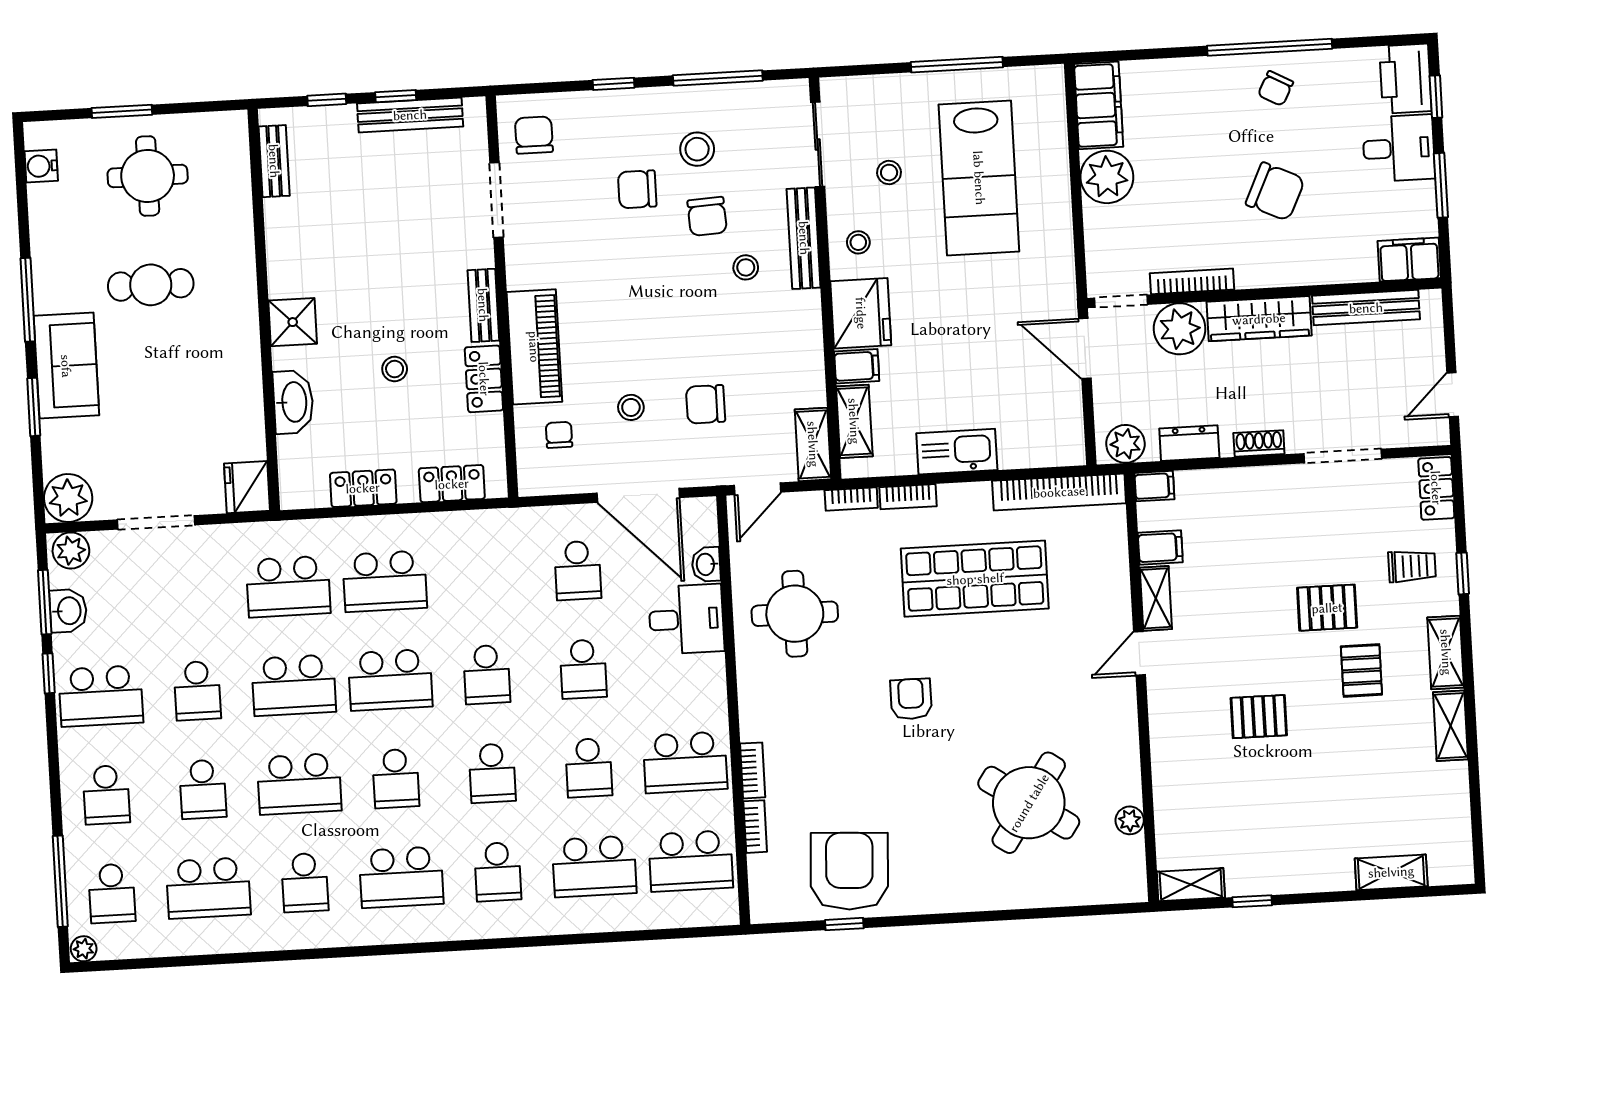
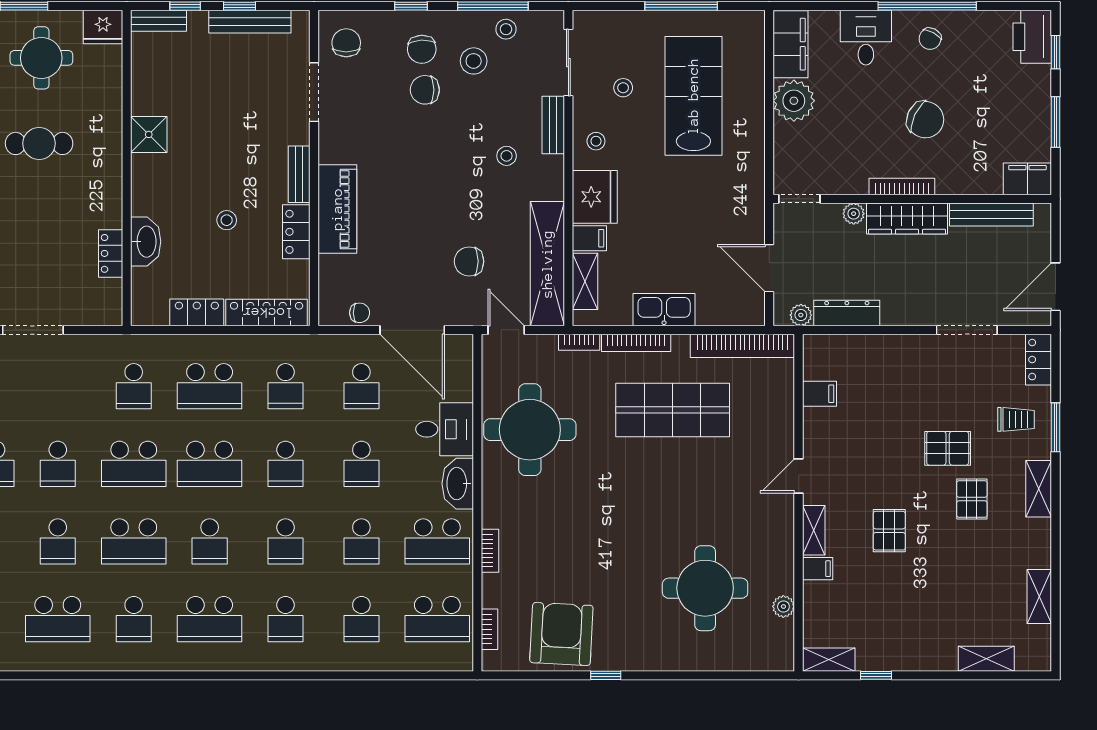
desk: (1399, 148) -> (866, 38), moved, turned -90
bench: (274, 161) -> (159, 21), moved, turned 90
lab bench: (979, 178) -> (693, 96), turned 180
chair: (707, 216) -> (422, 49), moved
bench: (804, 238) -> (553, 125), width x0.73
bookcase: (1192, 281) -> (902, 186), moved
shower: (293, 322) -> (149, 134), moved
plant: (1180, 329) -> (854, 214), width x0.53, depth x0.53
door: (1085, 349) -> (769, 268), moved
door: (1453, 395) -> (1055, 287), width x1.37
stool: (631, 407) -> (506, 29), moved
locker: (249, 420) -> (111, 253), added
chair: (559, 435) -> (360, 313), moved, turned 90
dresser: (1189, 443) -> (847, 313), width x1.44
shoe rack: (1259, 443) -> (901, 316), removed
shelving: (813, 444) -> (547, 264), width x2.20, depth x1.33
plant: (1125, 444) -> (801, 315), width x0.73, depth x0.73
locker: (452, 484) -> (267, 313), width x1.53
filing cabinet: (1154, 486) -> (818, 569), moved
fridge: (247, 487) -> (103, 27), moved, turned -90
door: (757, 489) -> (506, 330), swing flipped
bookcase: (908, 497) -> (636, 343), width x1.56
washbasin: (706, 564) -> (458, 484), moved, width x1.91, depth x1.45
window: (1463, 573) -> (1055, 427), width x1.50
school desk: (481, 576) -> (286, 386), added
school desk: (288, 587) -> (134, 386), width x0.54
shelving: (1156, 598) -> (814, 530), moved
round table: (795, 614) -> (530, 430), width x1.36, depth x1.36
armchair: (911, 699) -> (617, 502), removed
pallet: (1259, 717) -> (889, 531), turned 90
shelving: (1450, 726) -> (1039, 596), moved
round table: (1029, 803) -> (705, 588), turned -34
bookcase: (755, 827) -> (489, 629), moved
school desk: (594, 866) -> (361, 619), width x0.54
window: (844, 924) -> (606, 675), moved

